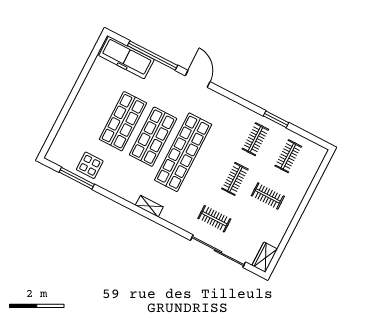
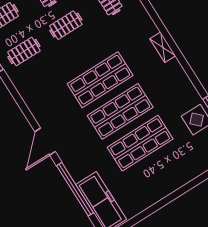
shop shelf: (183, 152) -> (100, 80), width x0.71

